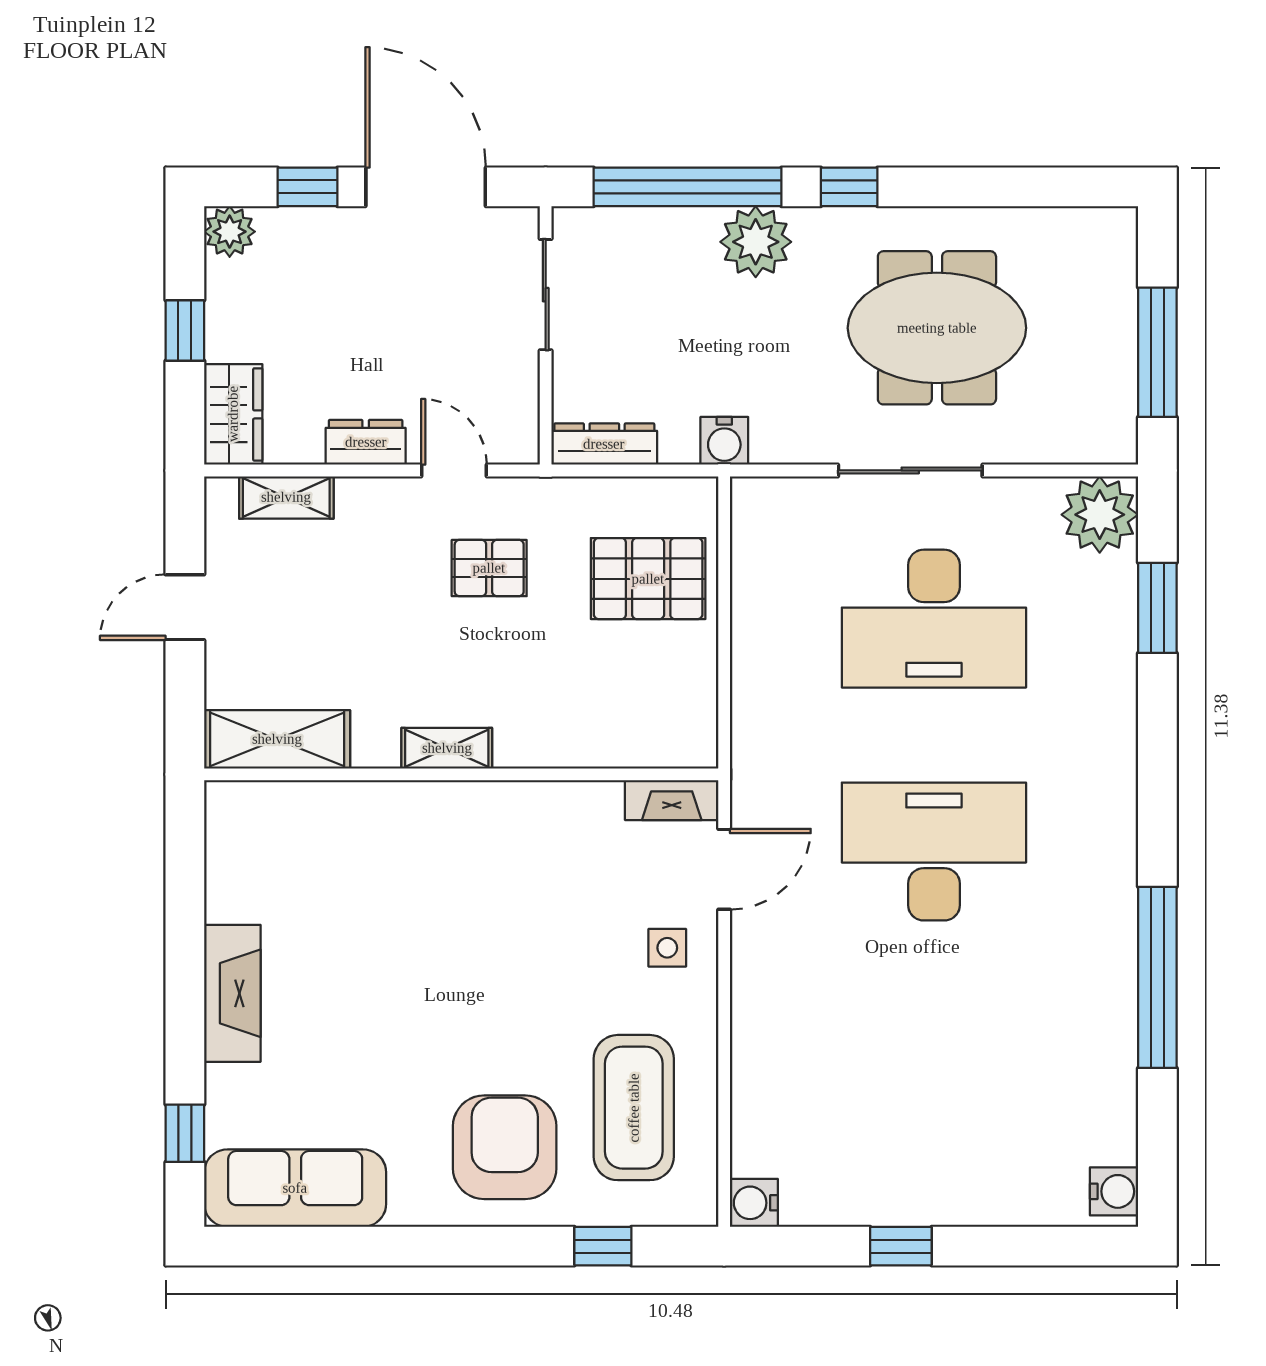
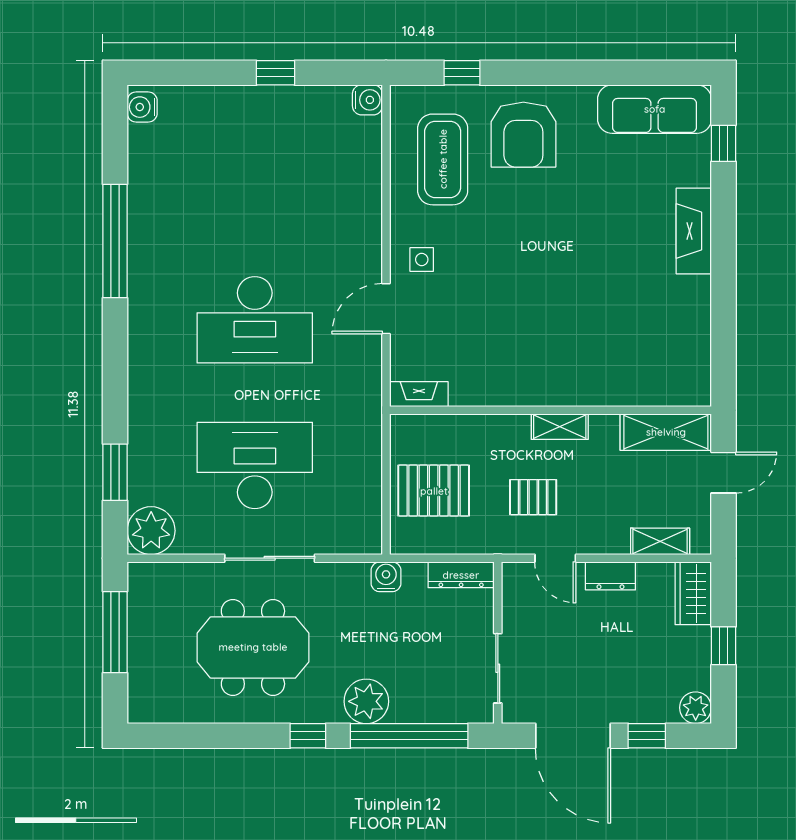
shelving: (277, 739) -> (666, 432), moved
shelving: (447, 748) -> (560, 427), moved
wall: (461, 774) -> (551, 410), moved
fireplace: (672, 800) -> (419, 394), moved

